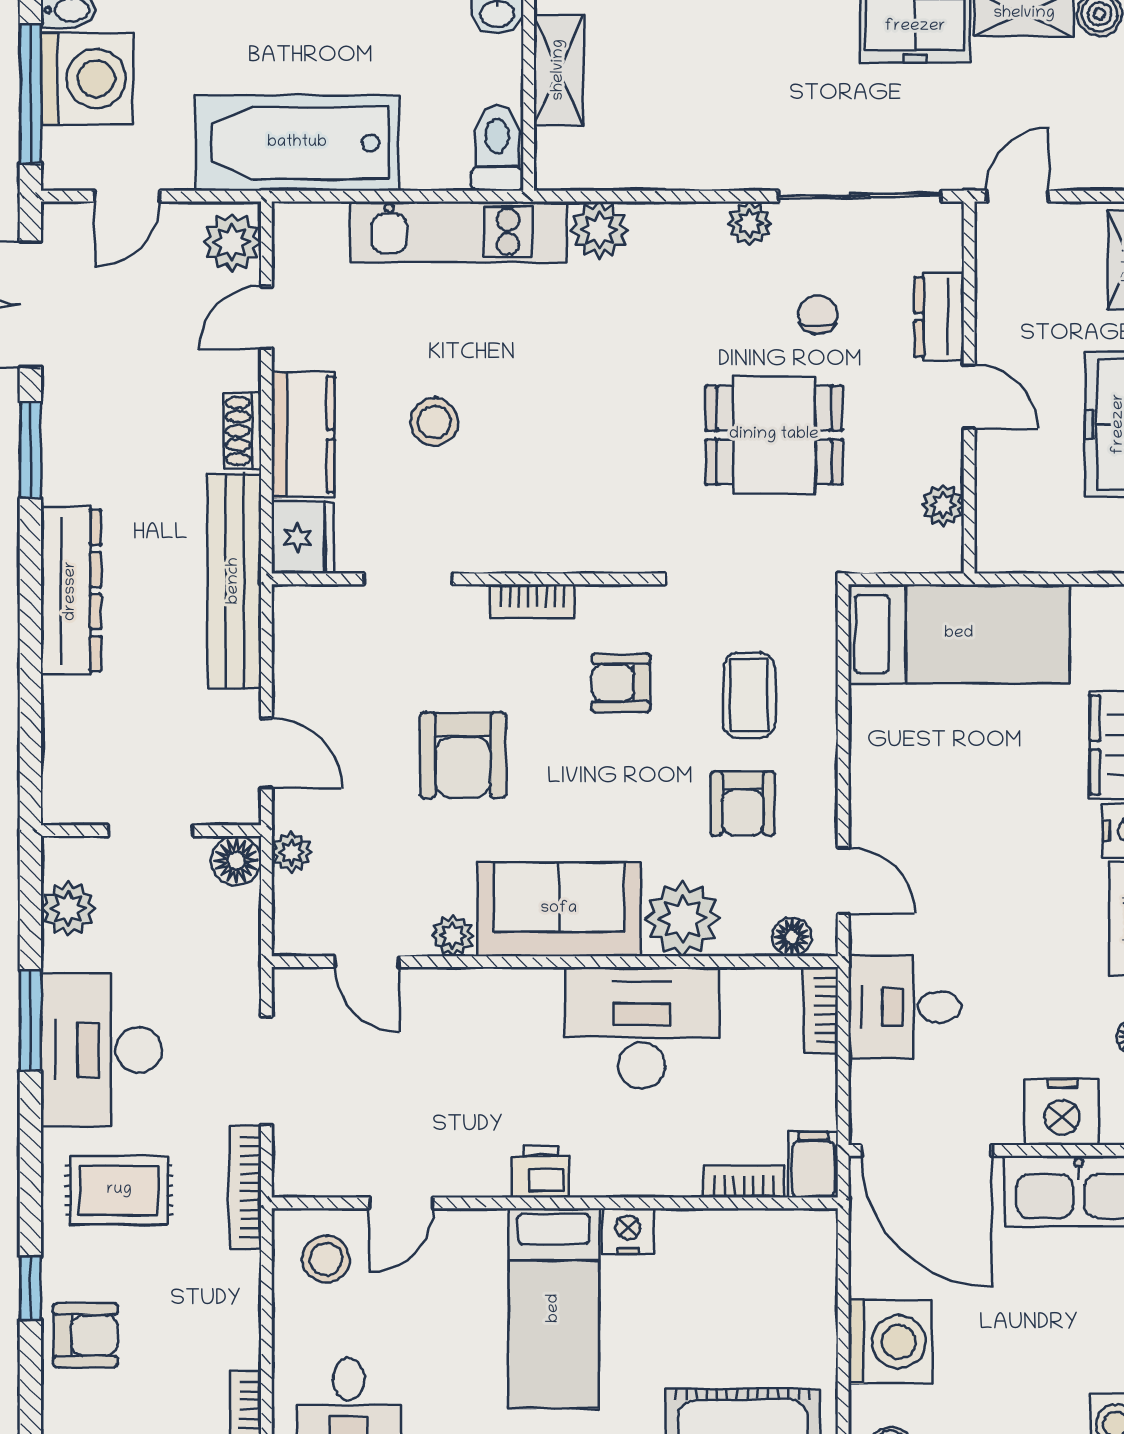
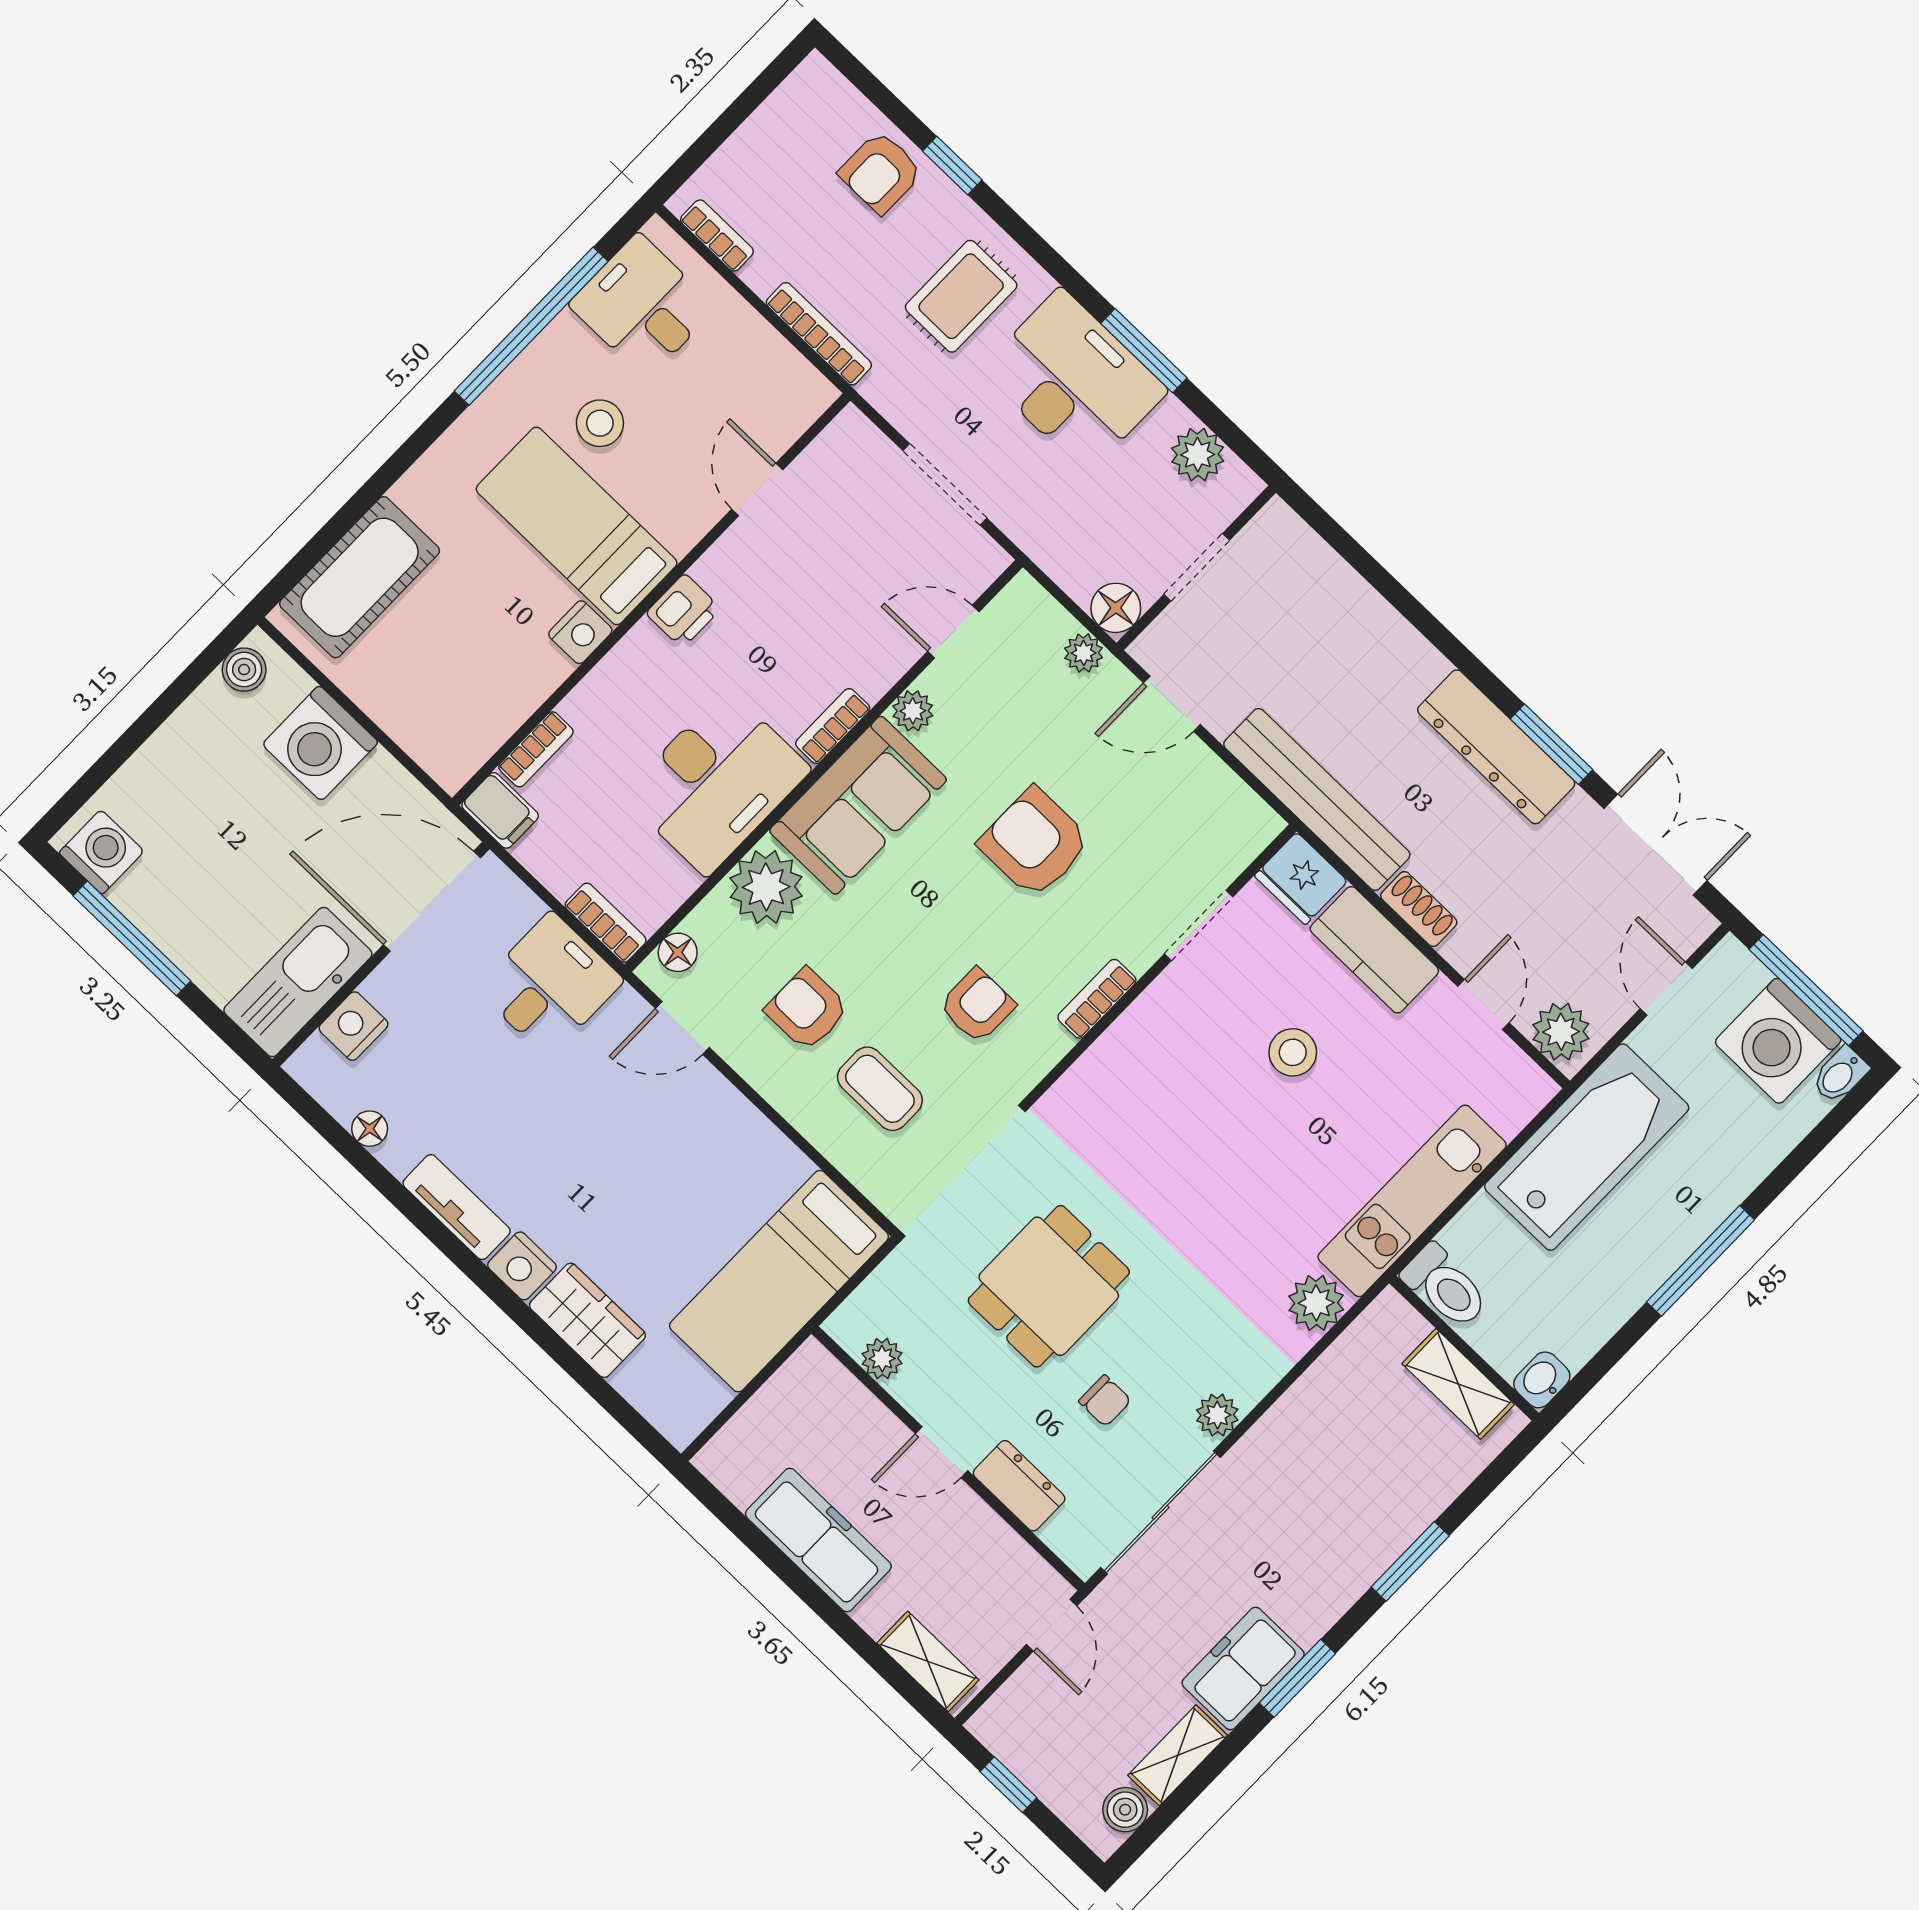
dresser: (71, 591) -> (1496, 747), moved
bookcase: (520, 983) -> (833, 726), added
nightstand: (1062, 1112) -> (354, 1026), width x0.74, depth x0.75
bookcase: (245, 1187) -> (819, 334), moved
stool: (326, 1259) -> (600, 423), moved

